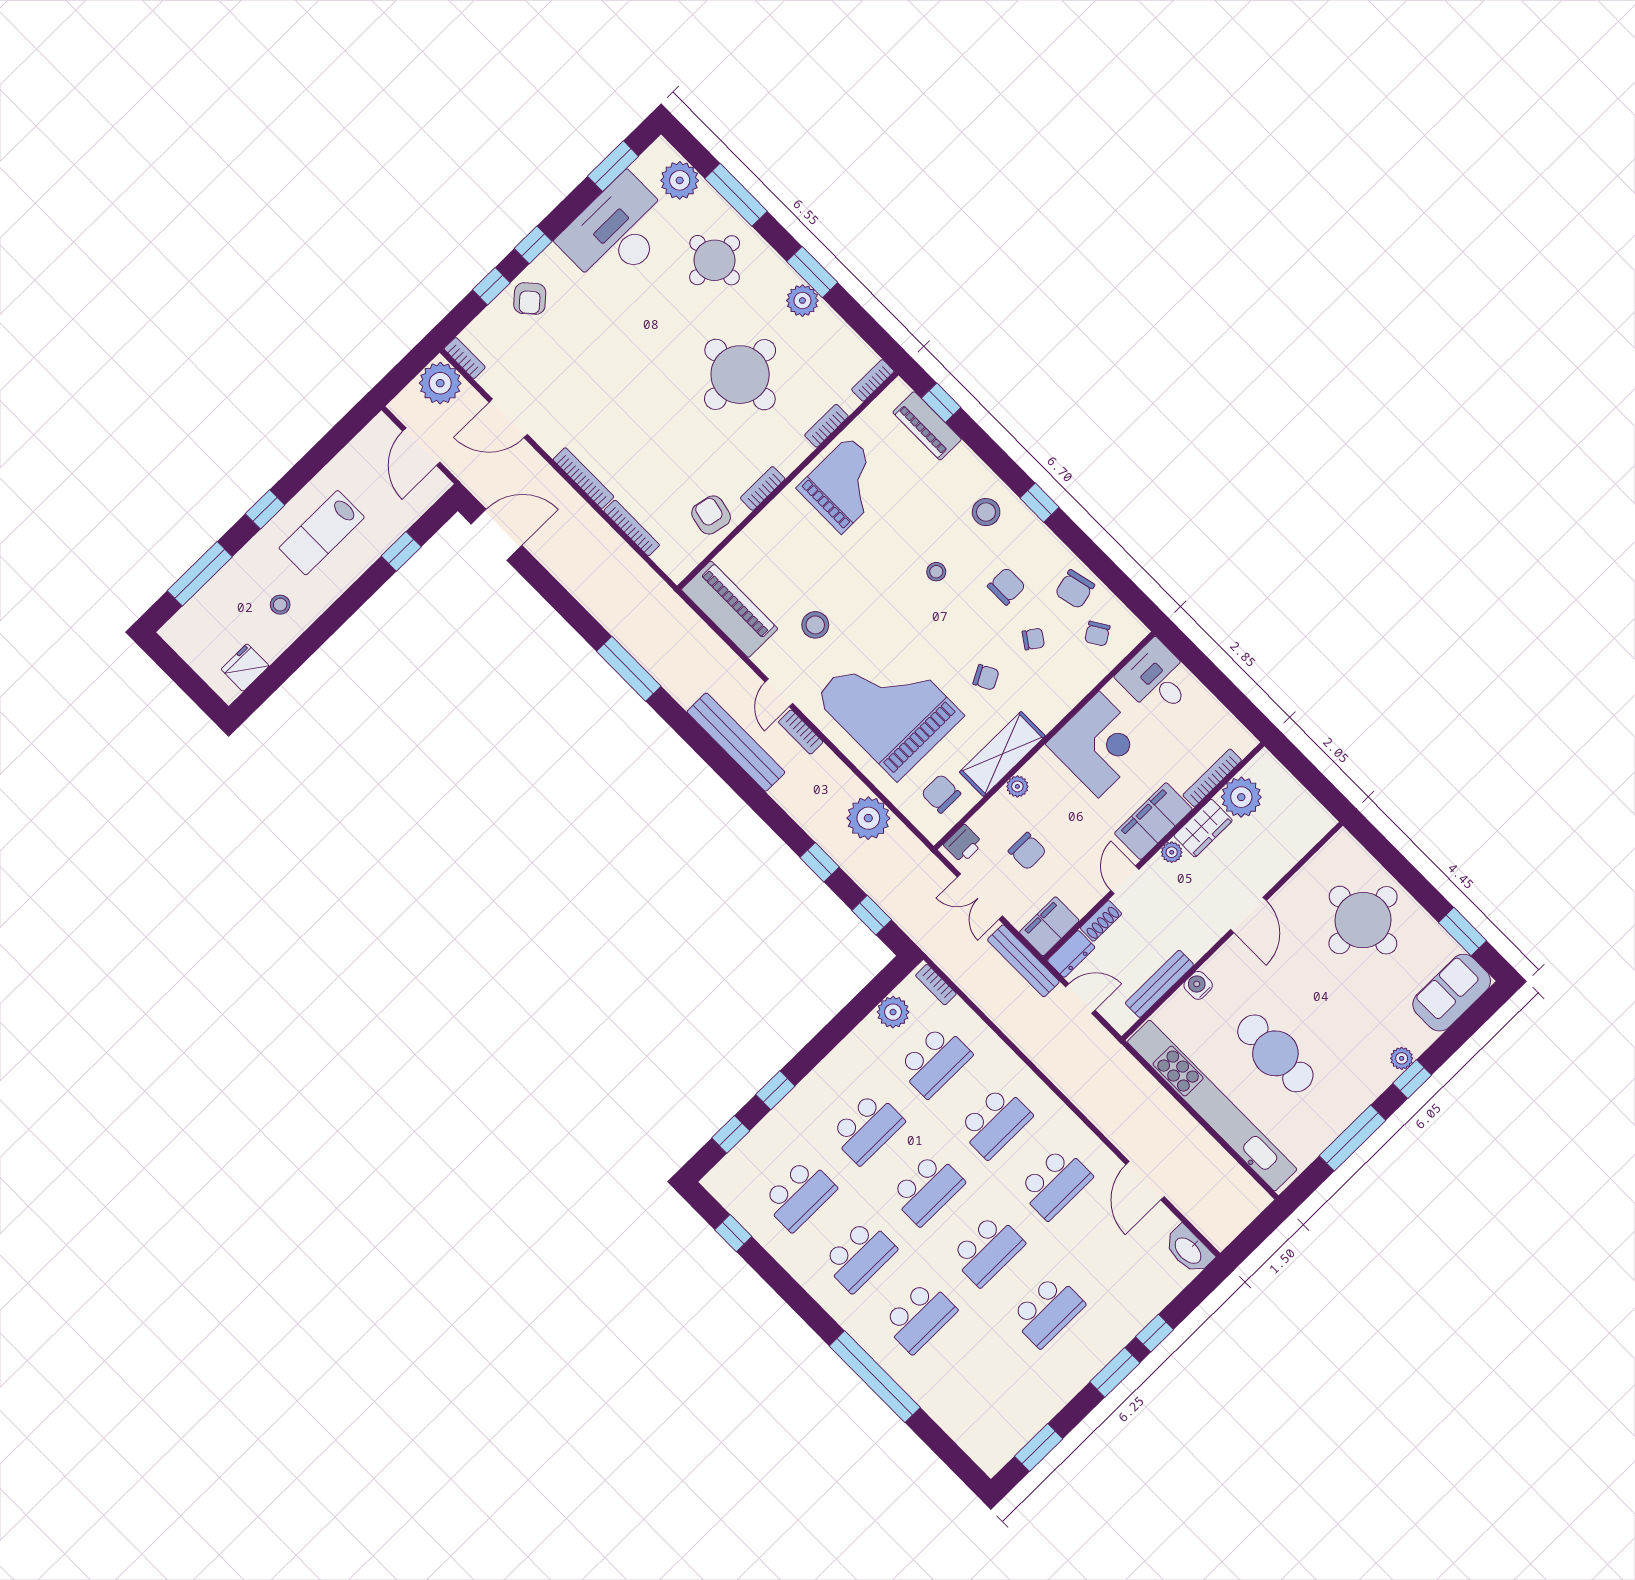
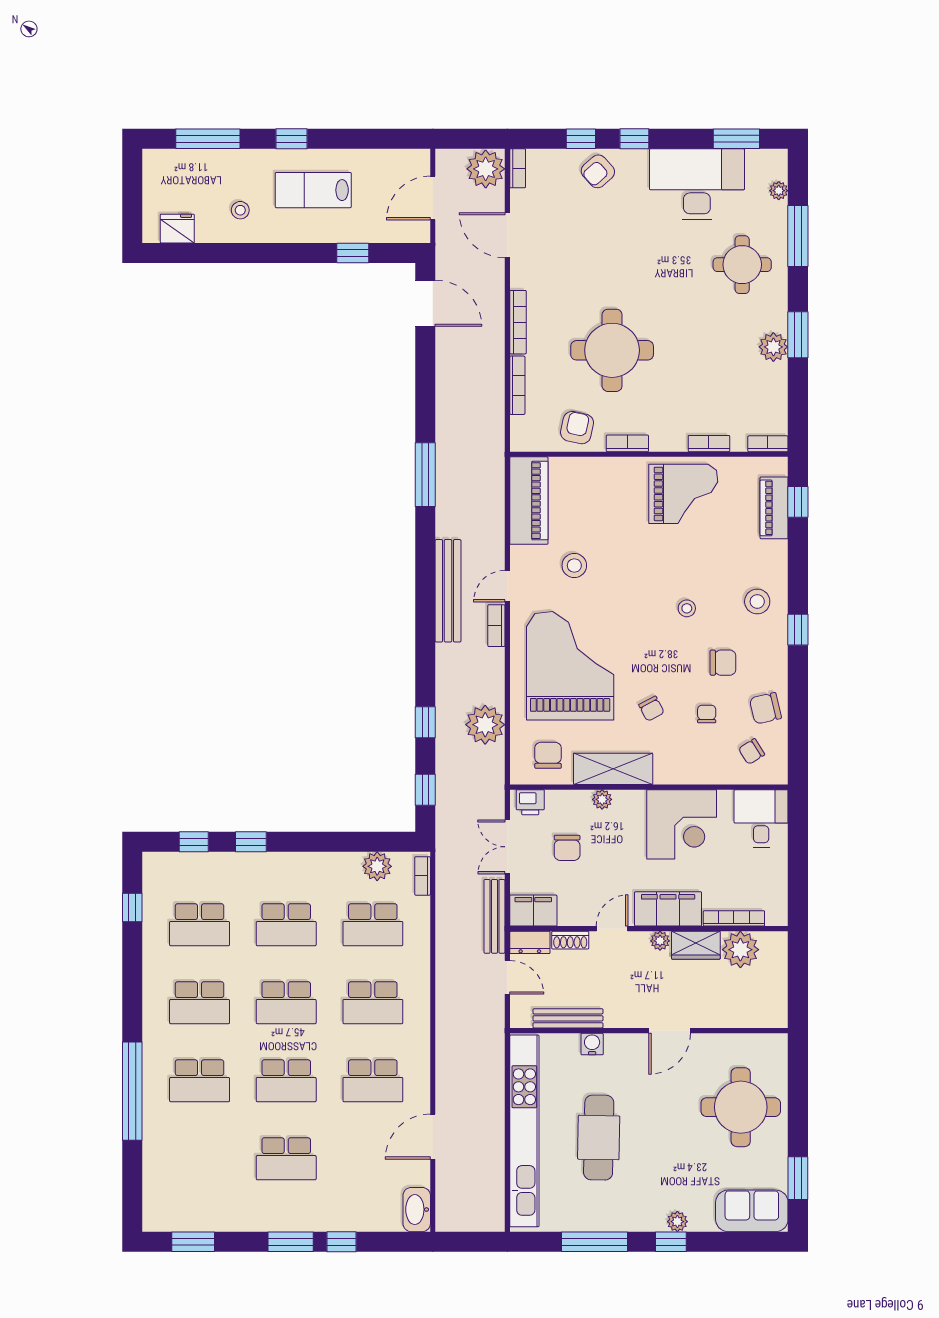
plant: (680, 180) -> (779, 191), width x0.53, depth x0.53
round table: (740, 375) -> (612, 350), moved
chair: (1033, 639) -> (707, 714), turned -125

